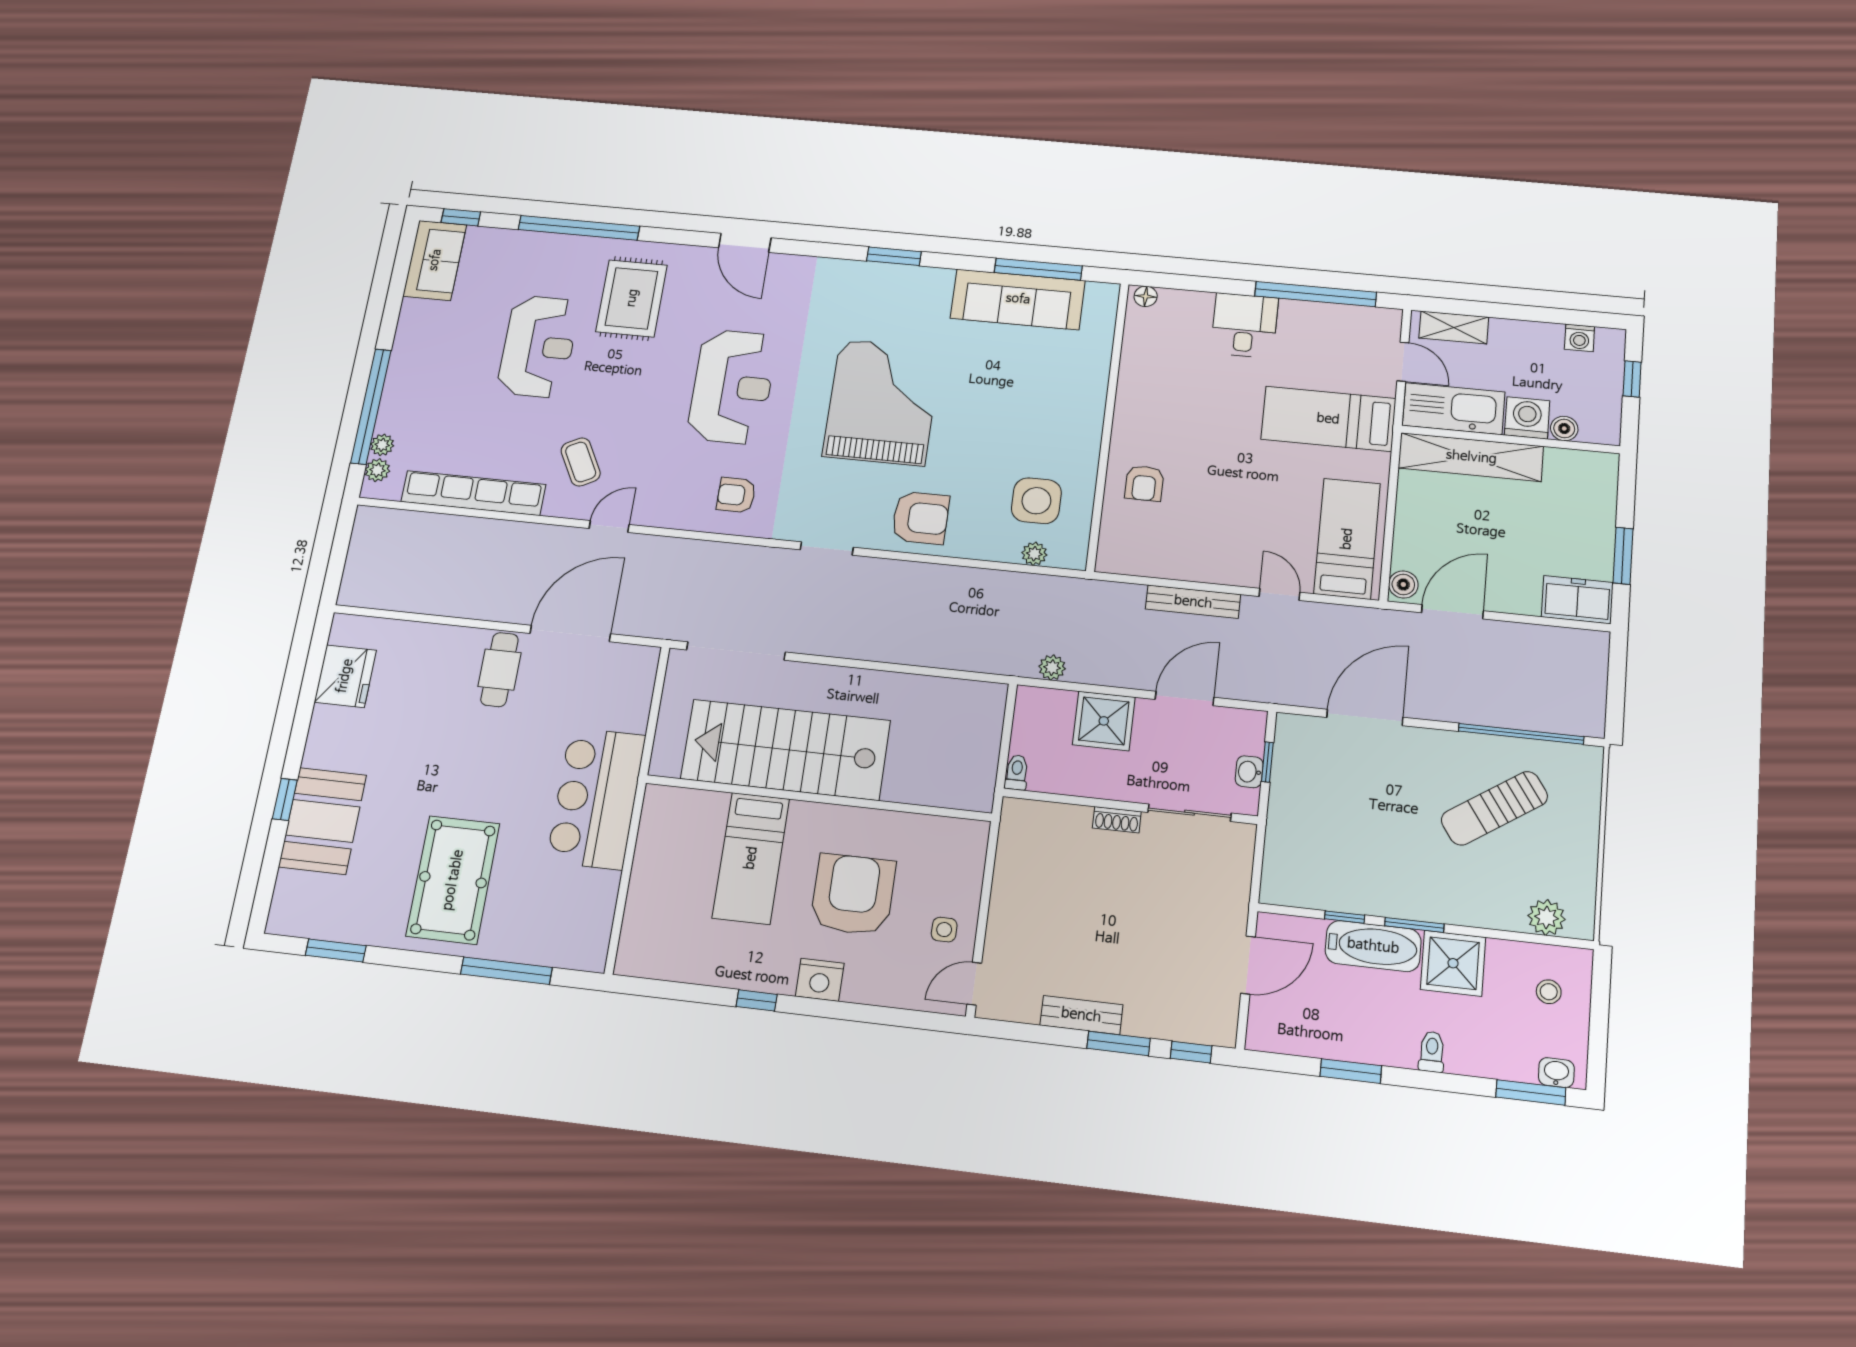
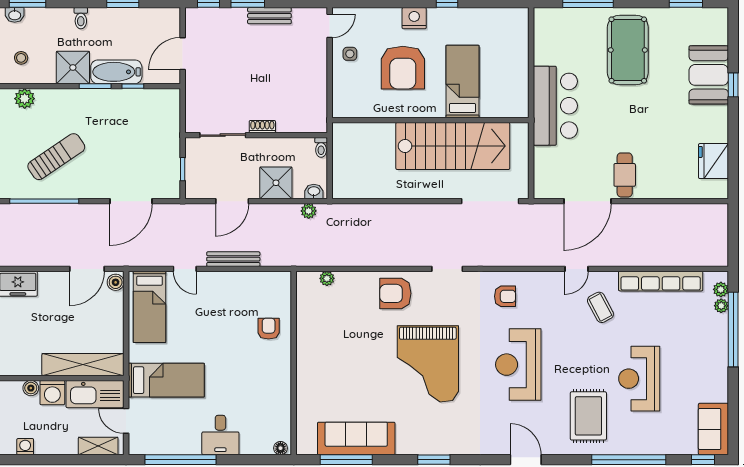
side table: (1036, 501) -> (330, 311), removed
washbasin: (1249, 772) -> (314, 191), moved, turned -90

